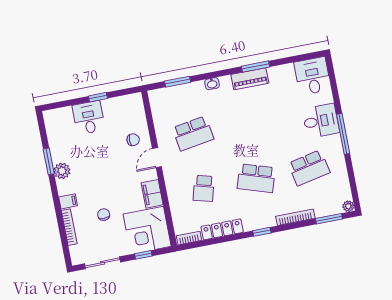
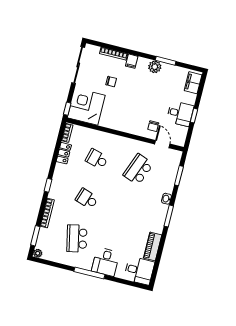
window: (255, 67) -> (169, 216), moved
piano: (250, 79) -> (153, 246), moved
desk: (89, 118) -> (180, 114), moved
school desk: (193, 133) -> (138, 169), turned 30
door: (157, 158) -> (162, 144), moved
school desk: (256, 178) -> (87, 199), width x0.54
filing cabinet: (152, 194) -> (193, 83), moved, turned -90
locker: (222, 229) -> (64, 153), width x0.66
window: (143, 255) -> (67, 109), moved
sliding door: (102, 263) -> (78, 65), width x1.37

